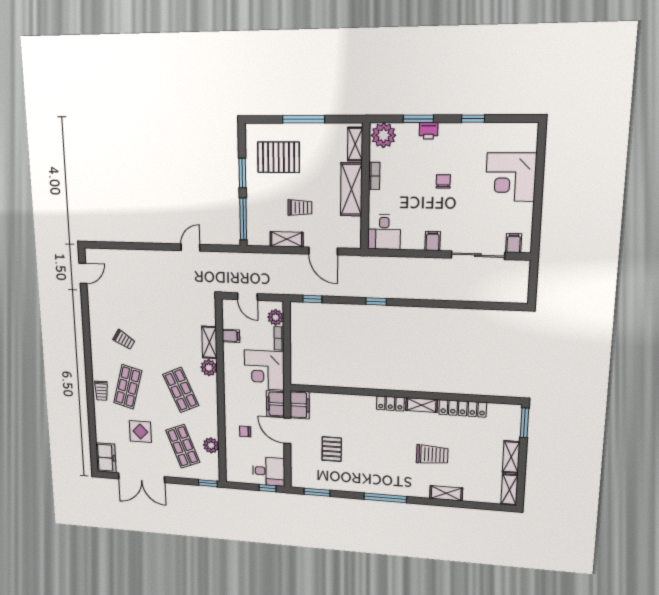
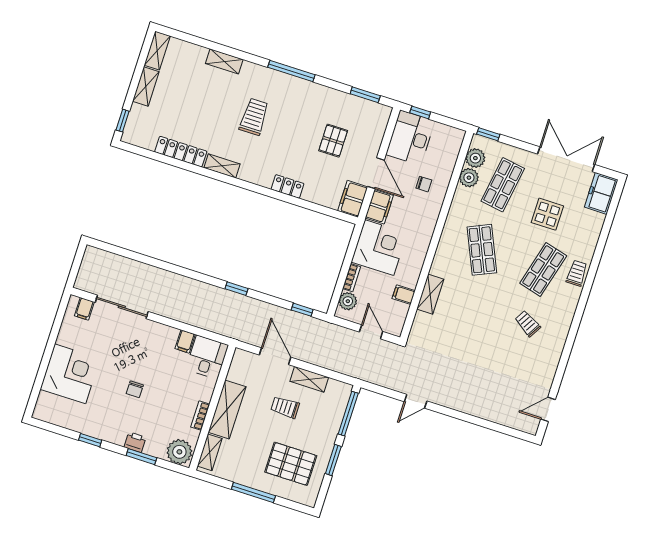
filing cabinet: (433, 241) -> (185, 341), moved
plant: (209, 368) -> (475, 158), moved
locker: (390, 404) -> (287, 186), moved
window: (525, 423) -> (123, 121), width x0.67
shop shelf: (183, 446) -> (503, 185), turned 30
trolley: (432, 455) -> (254, 117), moved, turned 90
desk: (269, 471) -> (410, 138), width x1.37

